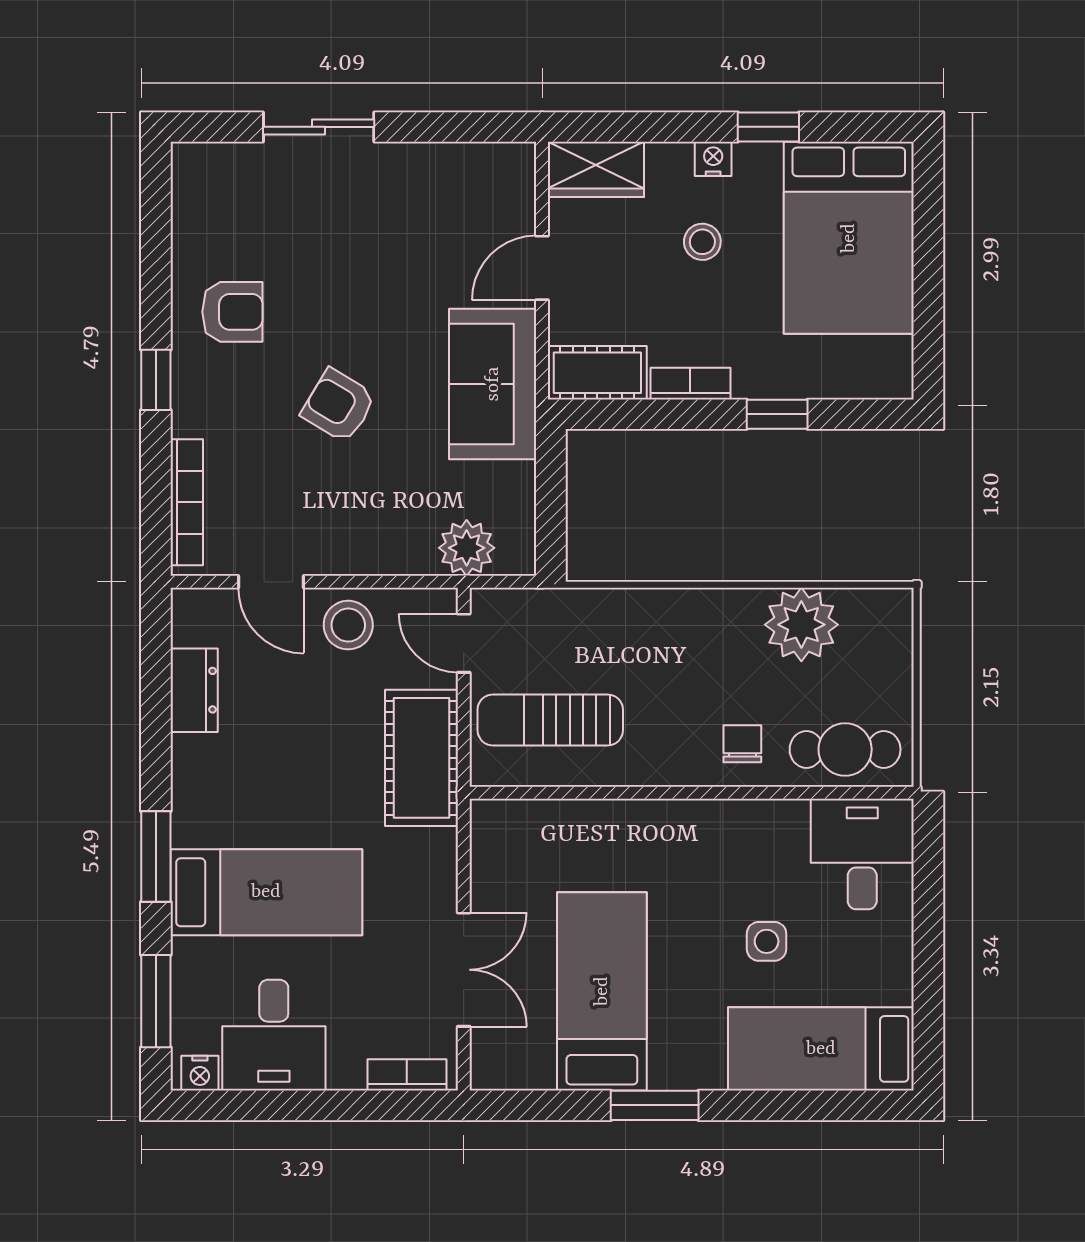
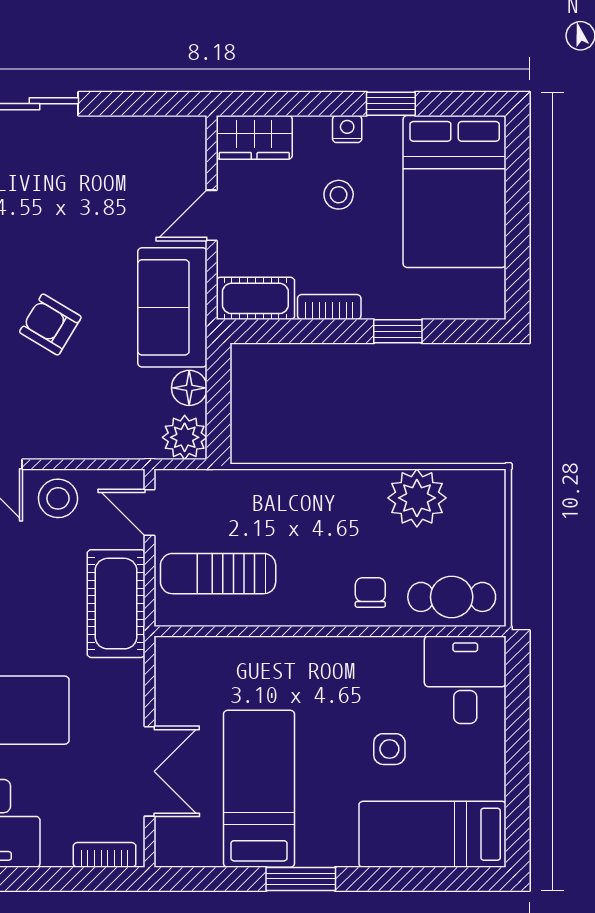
floor lamp: (514, 486) -> (189, 388), added
plant: (467, 548) -> (185, 437), moved

